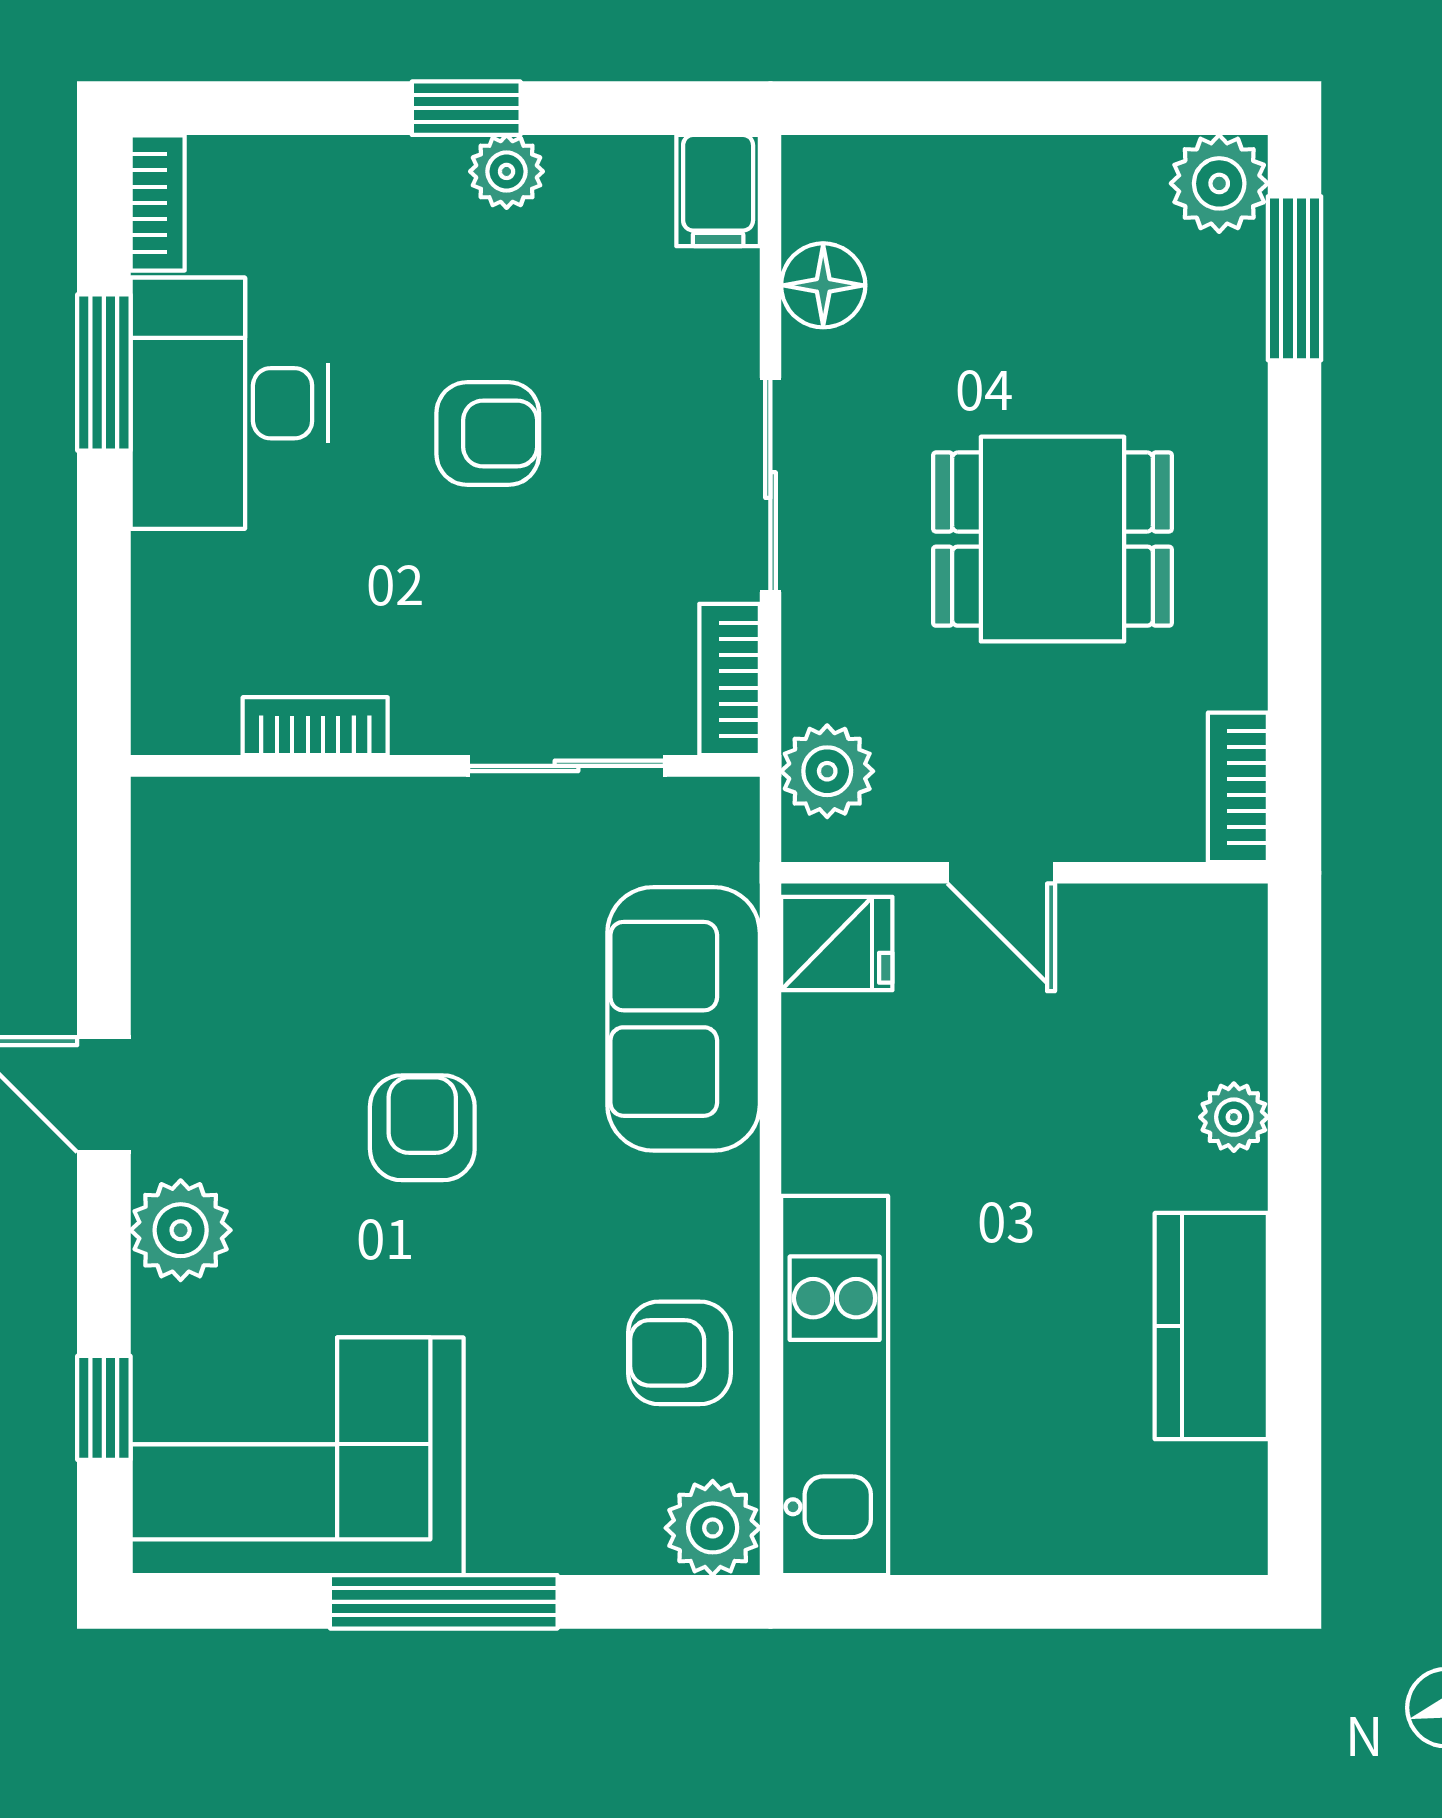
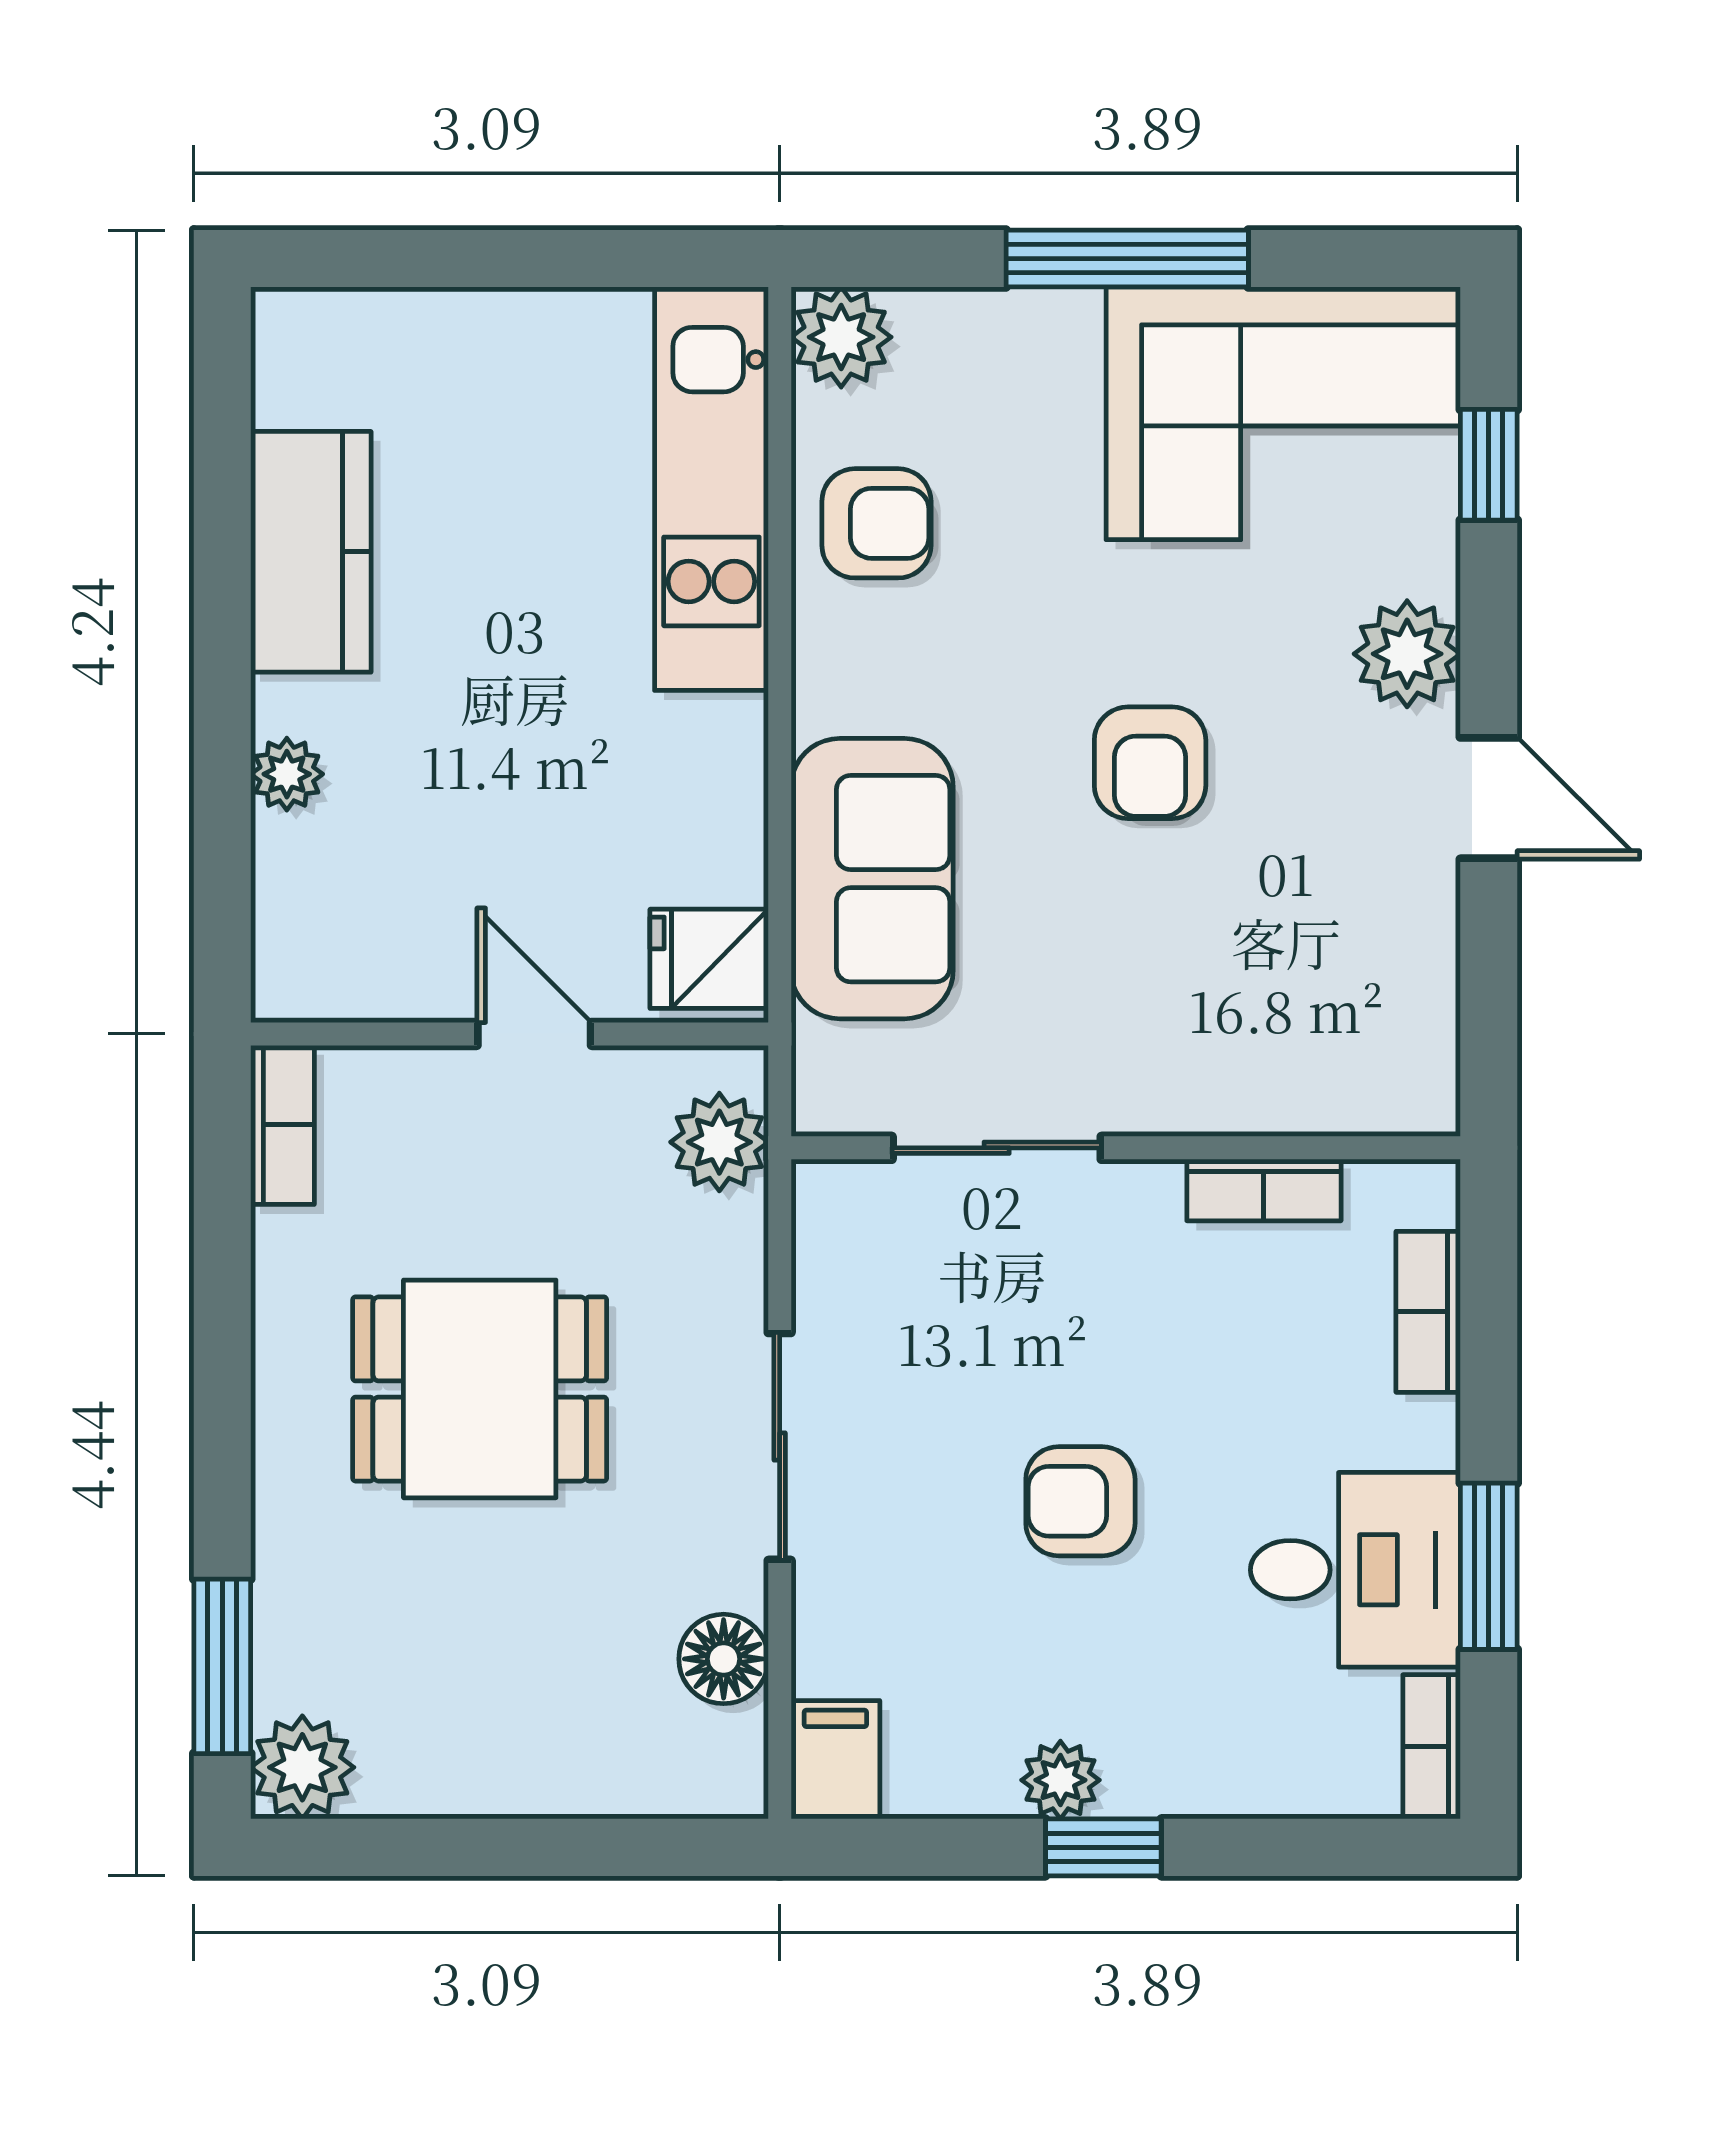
desk: (229, 403) -> (1355, 1570), width x0.73
bookcase: (730, 680) -> (1428, 1312), moved, turned 180

